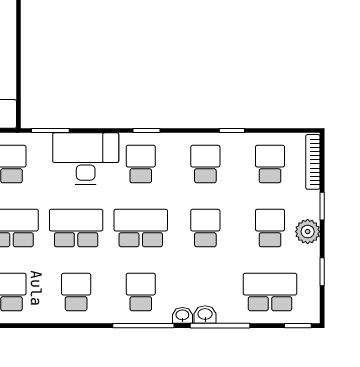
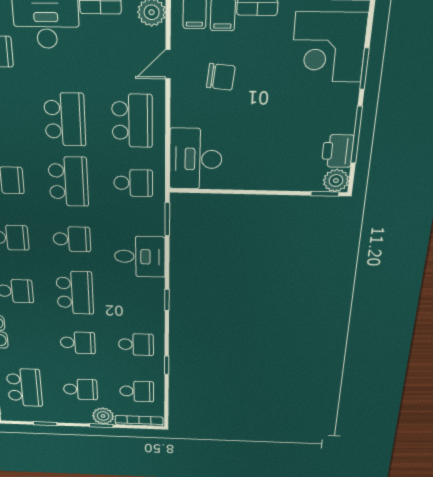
desk: (86, 159) -> (140, 257), width x0.73
school desk: (141, 164) -> (135, 294), removed
school desk: (76, 228) -> (72, 239), width x0.54
plant: (308, 232) -> (103, 416), moved

